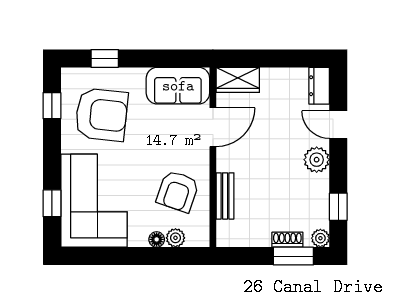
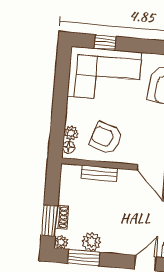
plant: (317, 160) -> (92, 242), moved
window: (338, 207) -> (84, 258), width x1.50
floor lamp: (157, 239) -> (69, 147), moved

